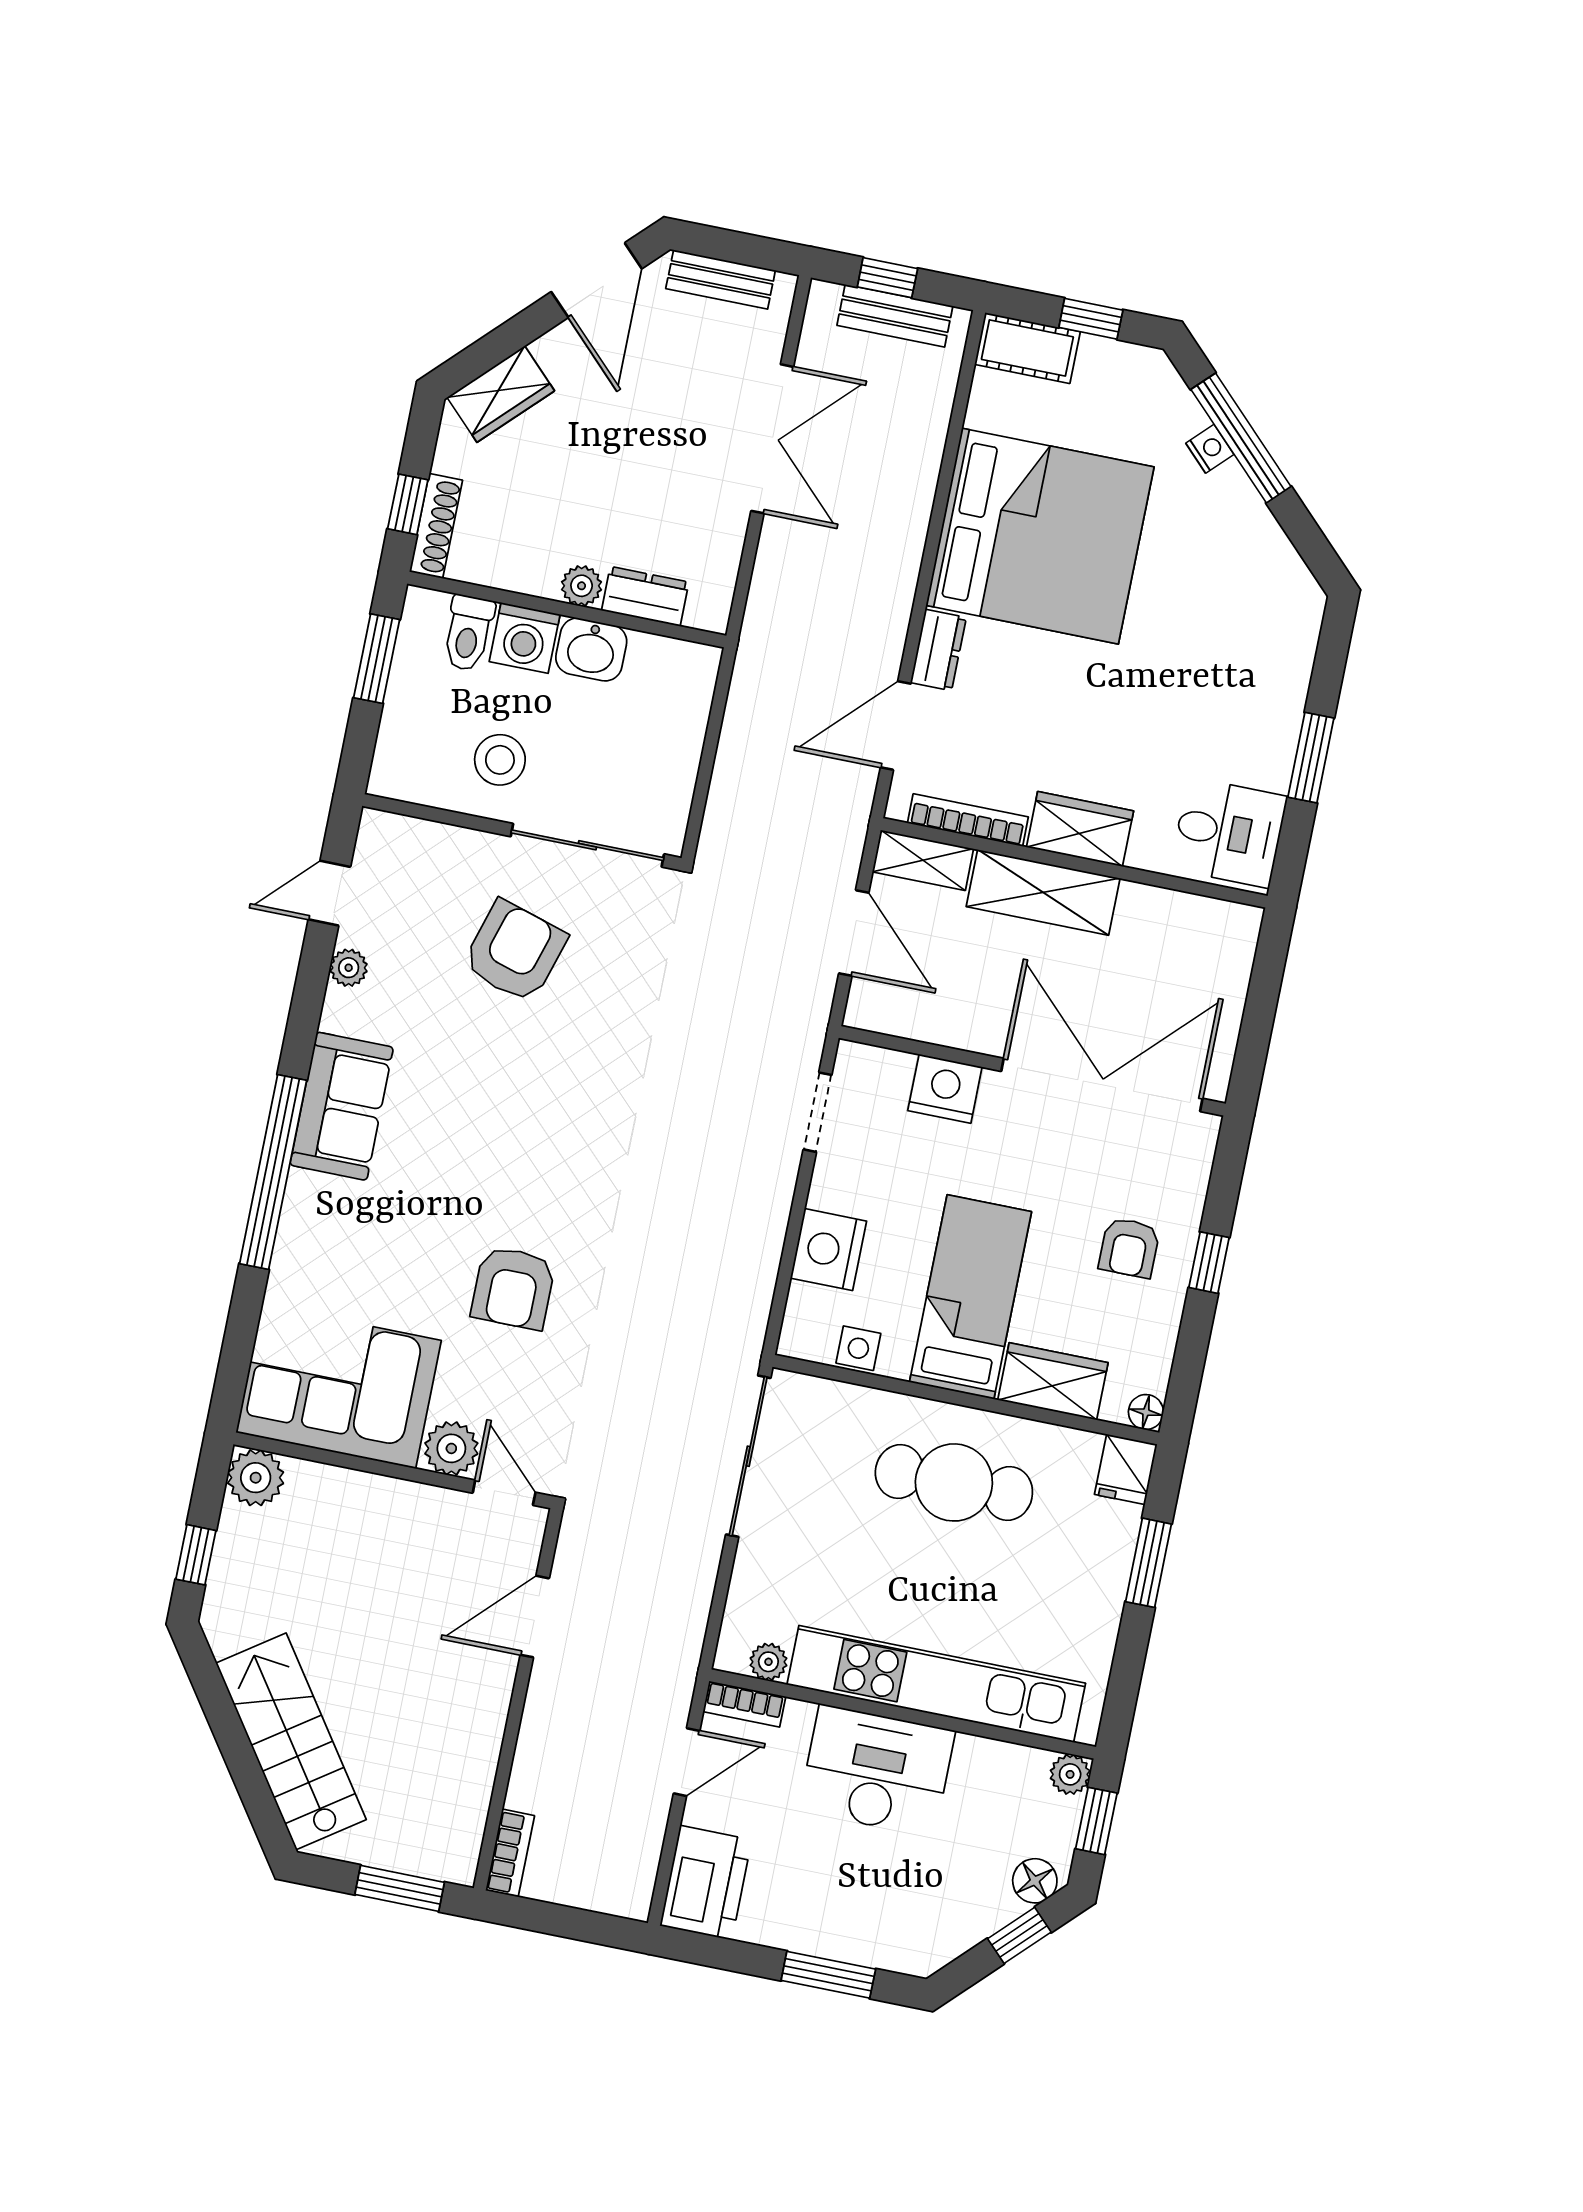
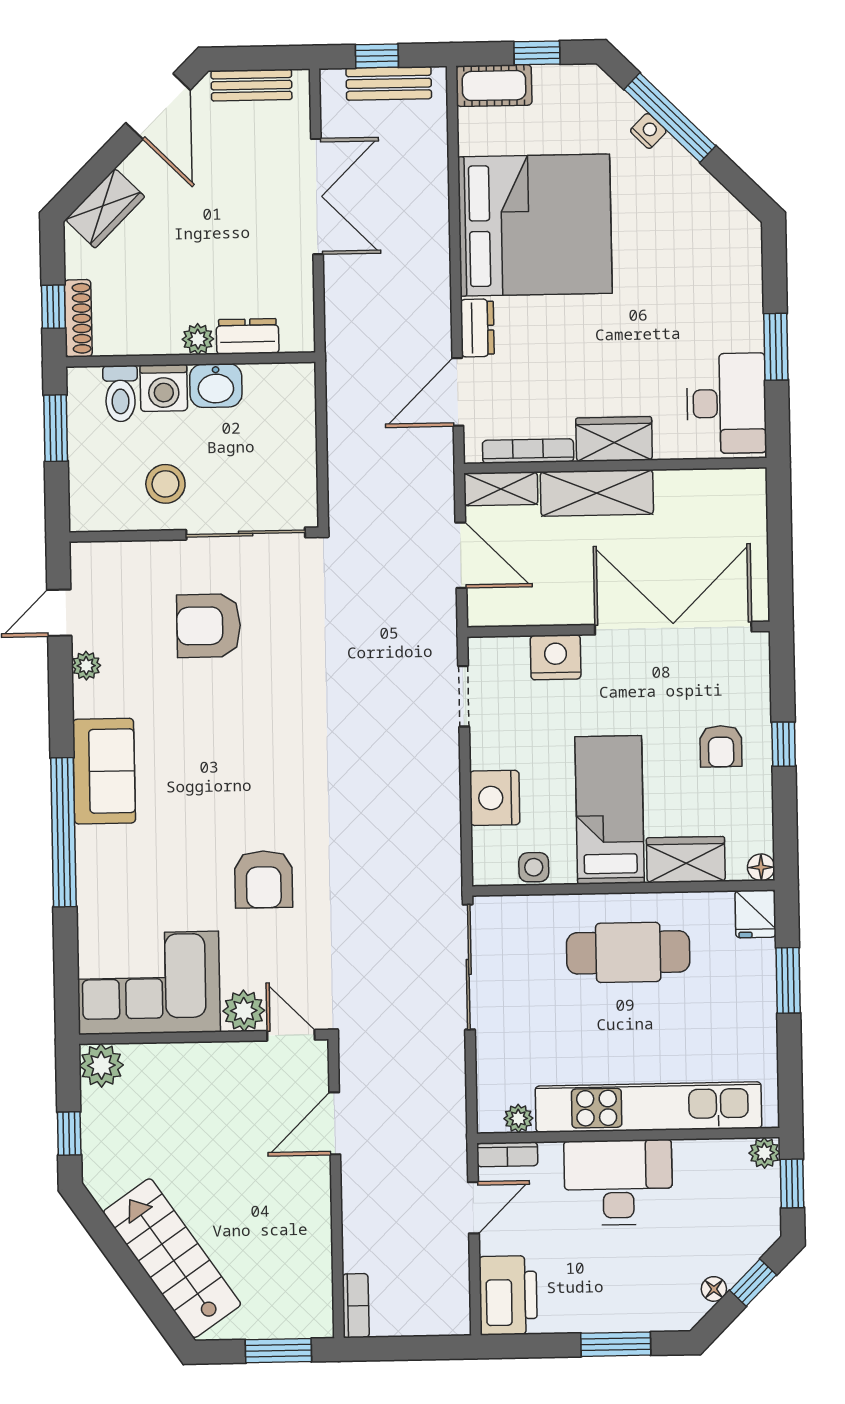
desk: (1229, 833) -> (726, 403), width x1.37
armchair: (515, 951) -> (209, 626), turned -107
floor lamp: (1035, 1881) -> (714, 1289), moved, width x0.73, depth x0.73

